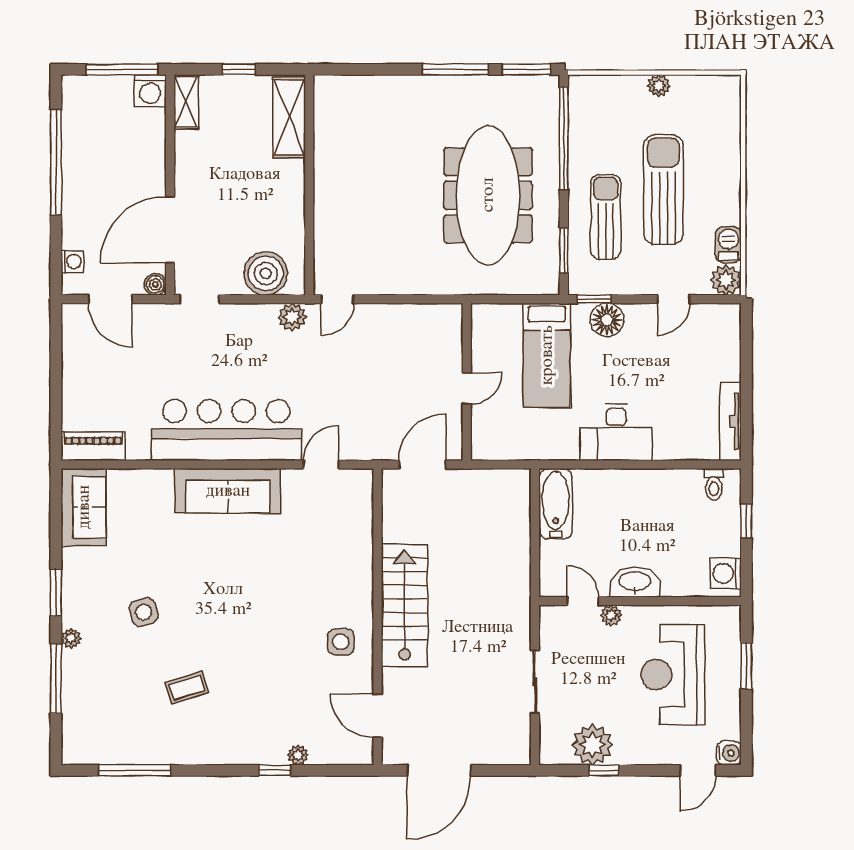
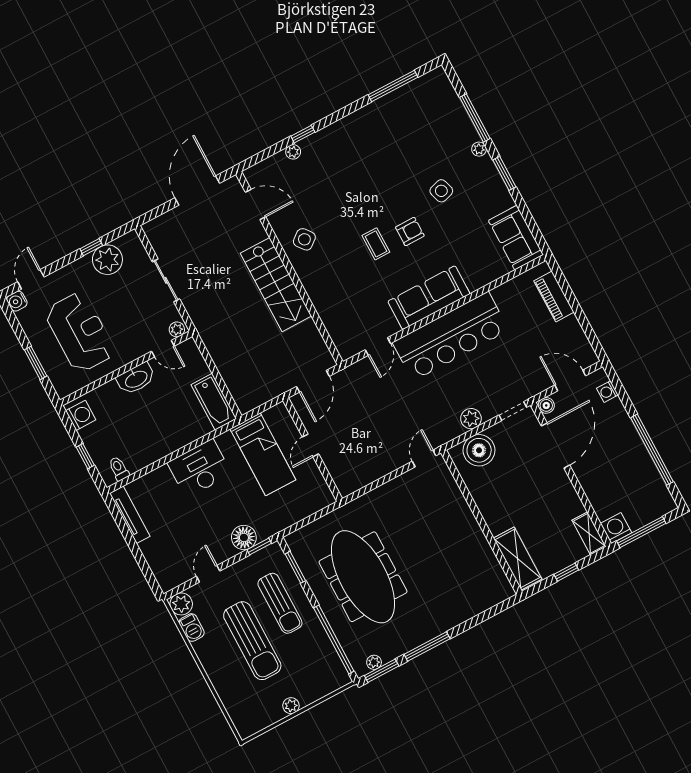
plant: (530, 85) -> (374, 662), added
plant: (292, 317) -> (471, 419), moved
bed: (547, 355) -> (263, 454), moved, turned 180
piano: (93, 446) -> (554, 296), moved, turned 90
armchair: (208, 583) -> (410, 232), added
plant: (611, 615) -> (177, 329), moved
side table: (341, 642) -> (304, 239), turned -38
coffee table: (187, 688) -> (376, 244), moved, turned -73

